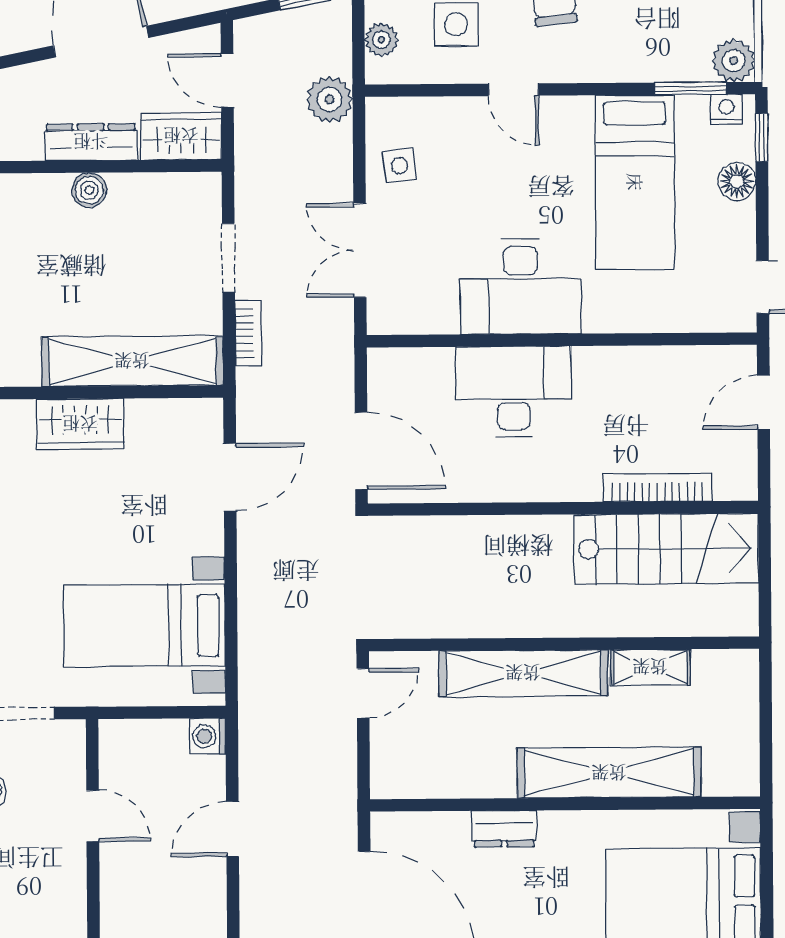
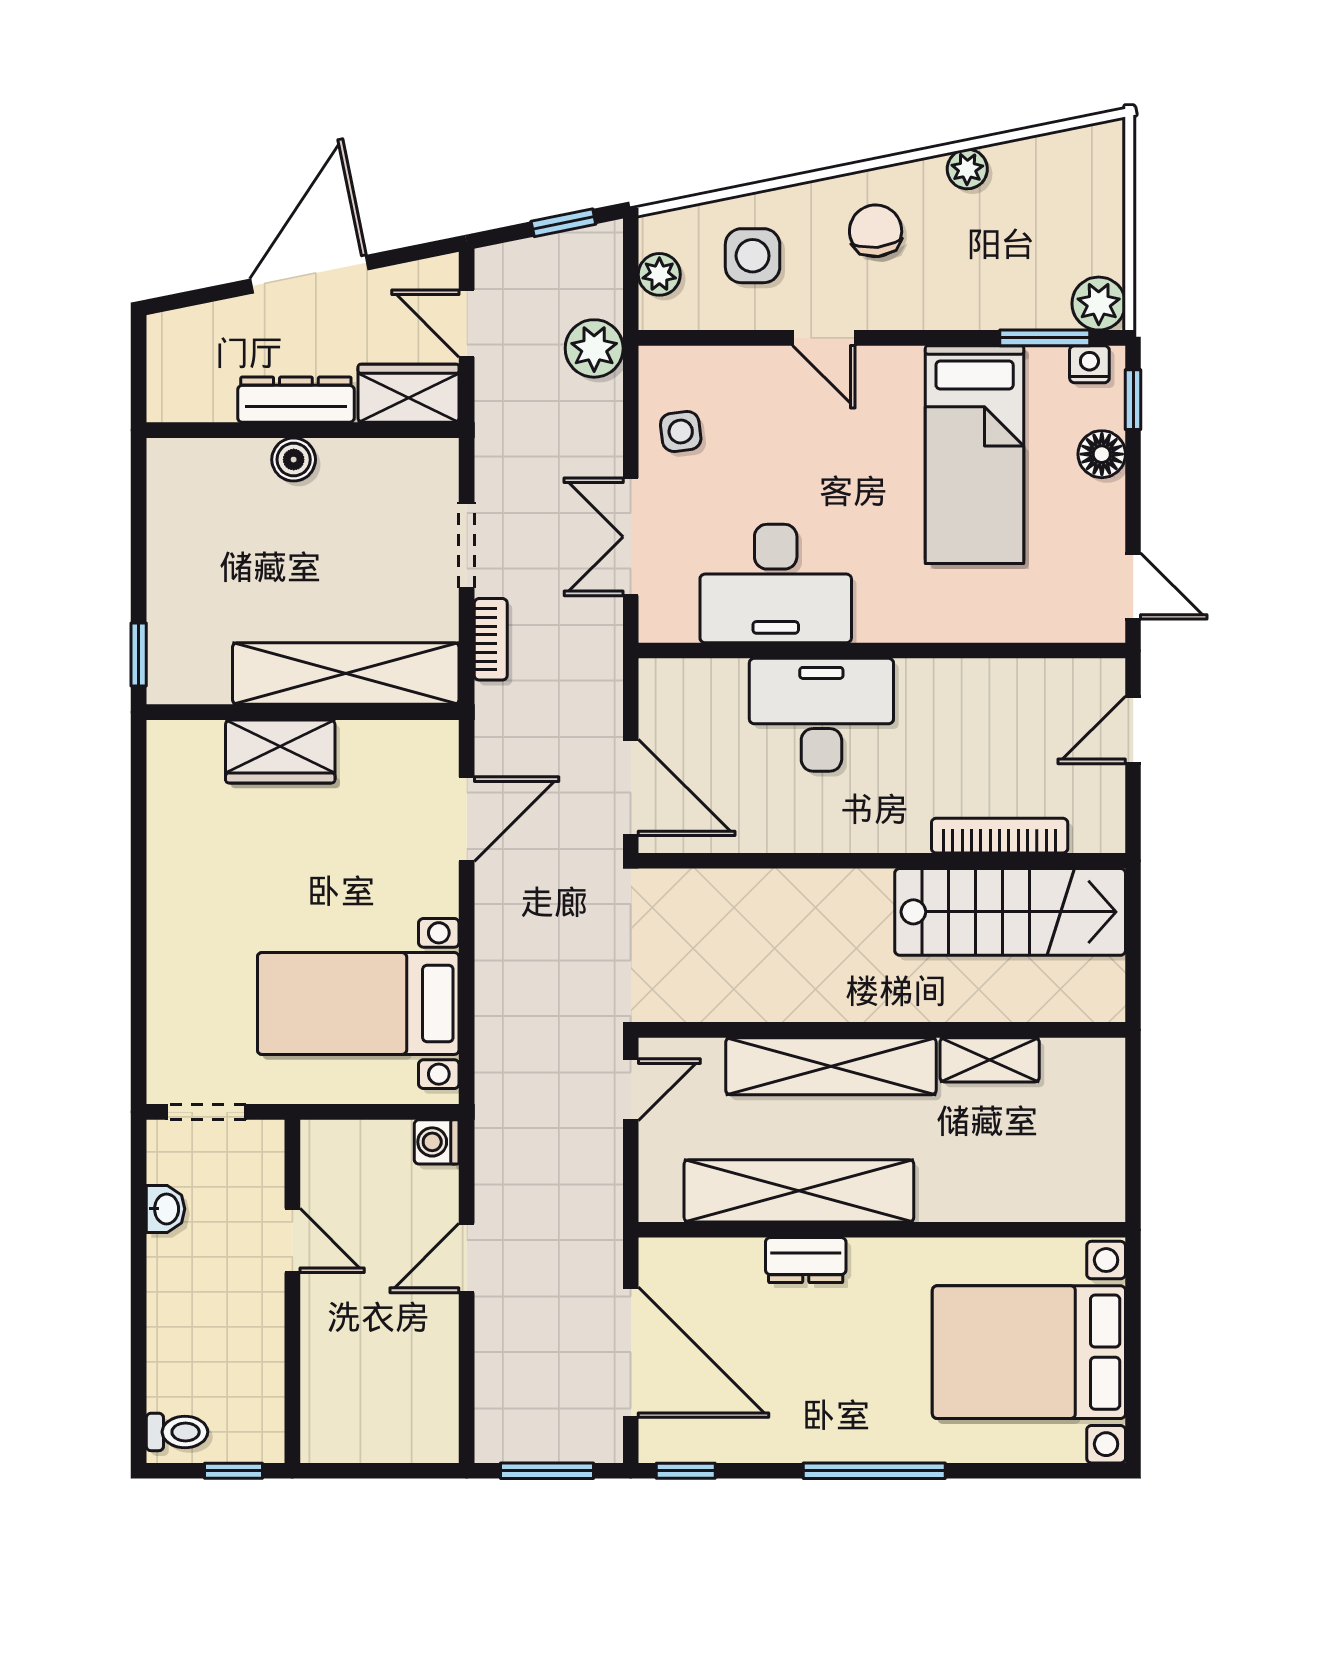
desk: (521, 286) -> (776, 583), moved
shelving: (609, 773) -> (799, 1191), moved

